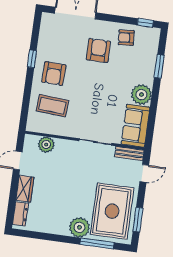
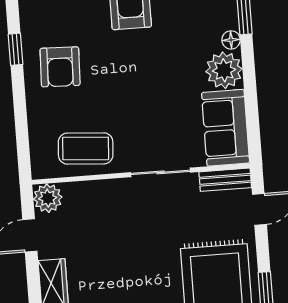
floor lamp: (149, 79) -> (231, 40), added
coffee table: (52, 106) -> (86, 148), moved
plant: (46, 145) -> (48, 198), moved

